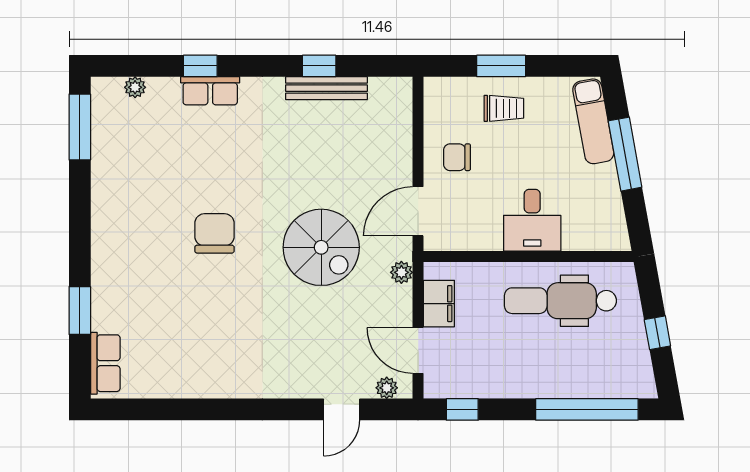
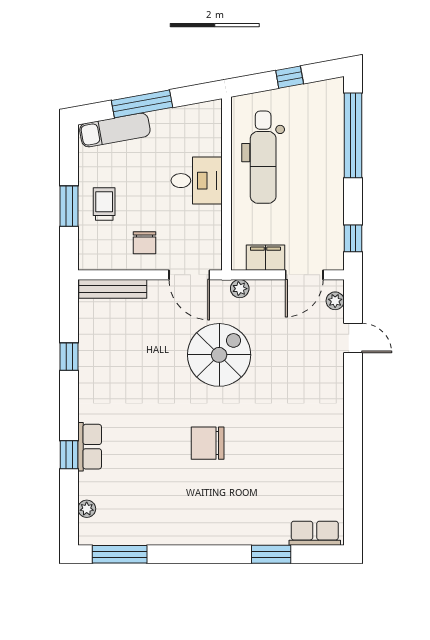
bench: (326, 88) -> (113, 289), moved, turned 90

